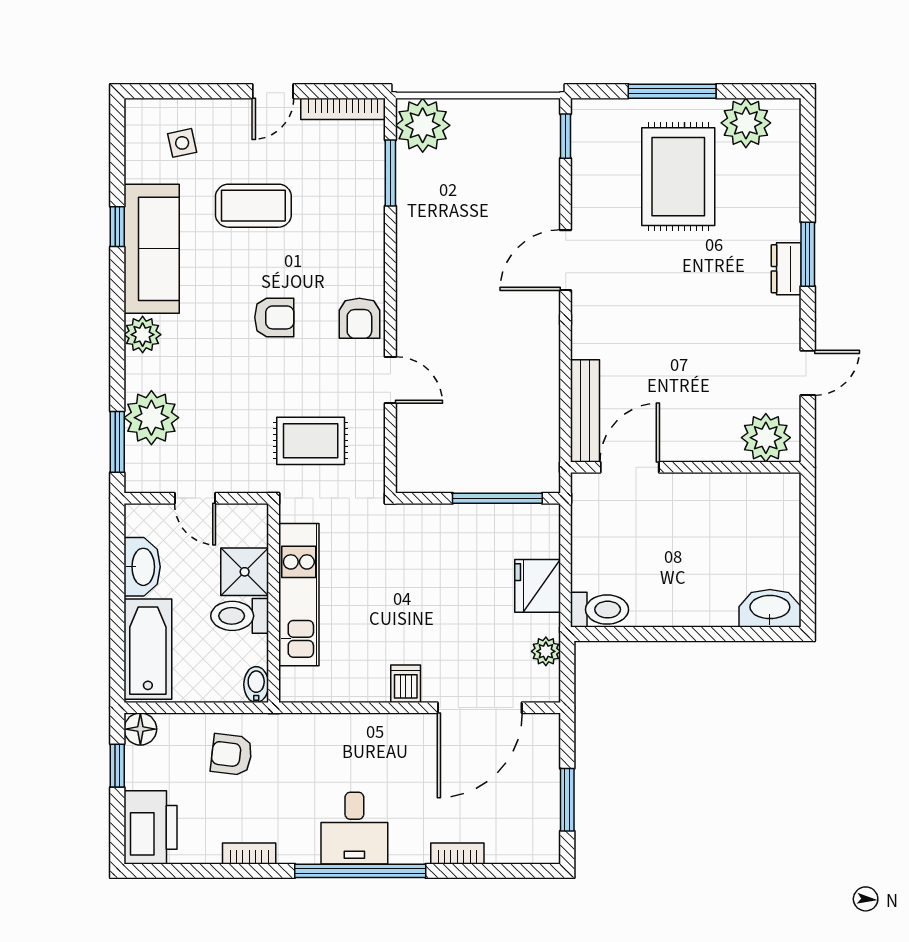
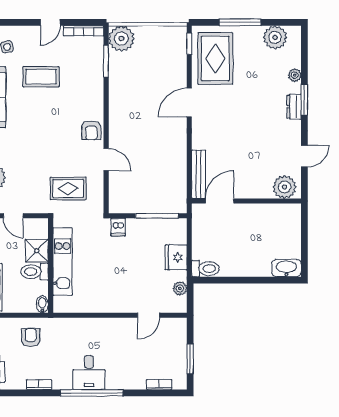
rug: (678, 177) -> (215, 58), moved
plant: (787, 202) -> (295, 75), added
armchair: (274, 317) -> (51, 130), removed
dishwasher: (406, 684) -> (118, 227), moved, turned 180
door: (480, 708) -> (149, 315), width x0.53
armchair: (231, 755) -> (31, 338), turned 83
bookcase: (457, 853) -> (159, 385), moved

